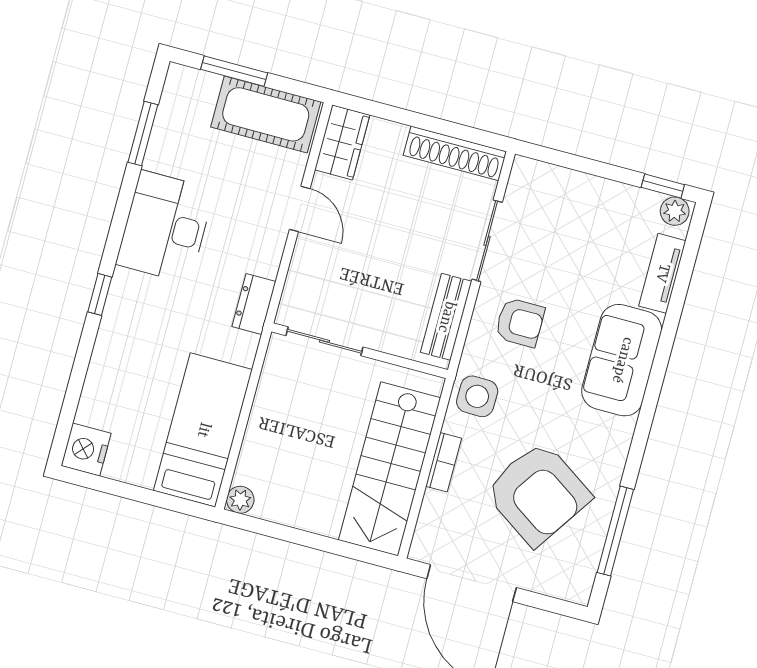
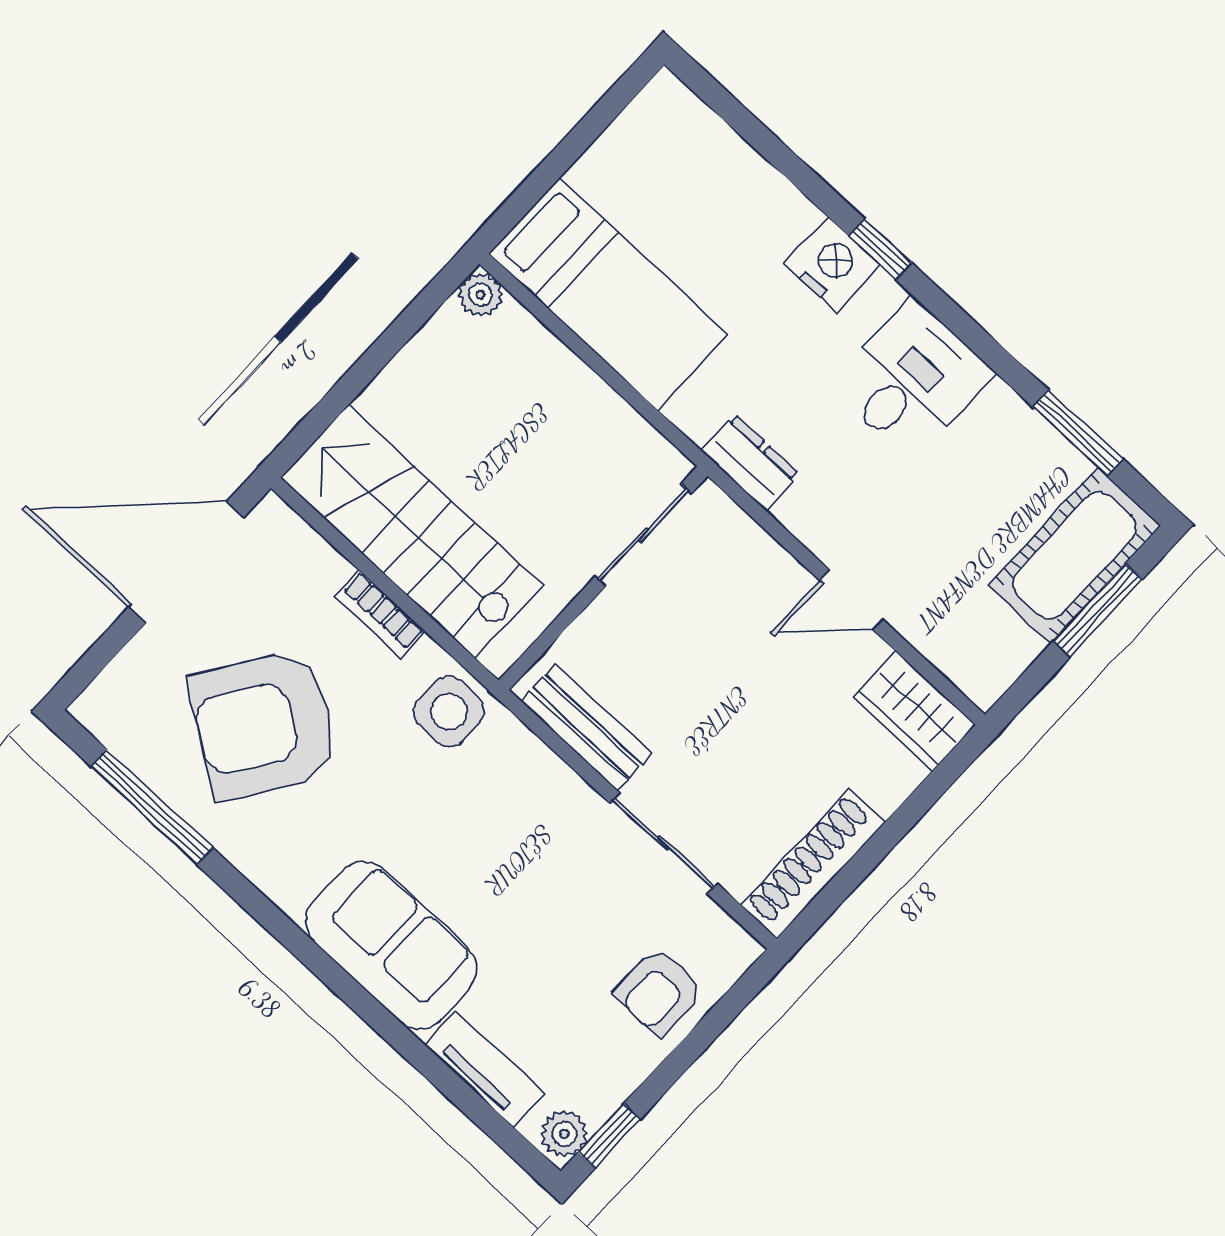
cot: (266, 114) -> (1074, 556), moved
desk: (165, 227) -> (911, 379), width x0.73
armchair: (520, 322) -> (659, 991), moved
nightstand: (86, 450) -> (832, 264), moved

